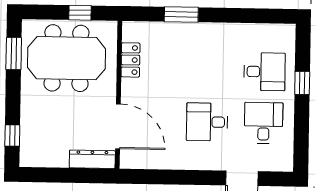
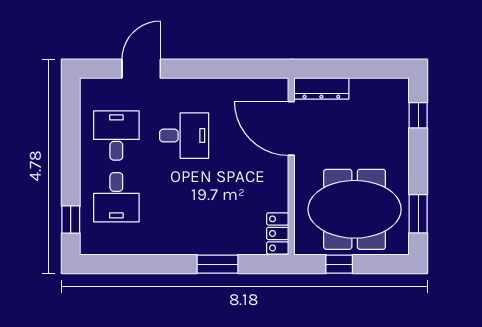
locker: (130, 60) -> (278, 233), moved
desk: (264, 72) -> (116, 197), turned -90
window: (302, 83) -> (71, 220), moved
desk: (264, 123) -> (116, 136), turned 180

